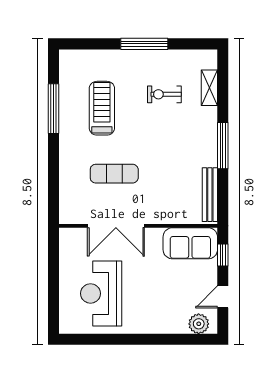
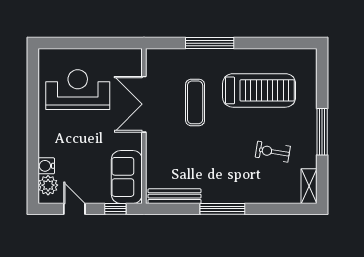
shelving: (209, 88) -> (309, 186), moved, turned 90
exercise bike: (164, 94) -> (273, 152), turned -81
treadmill: (102, 108) -> (259, 90), width x1.37, depth x1.38
window: (54, 109) -> (210, 43), moved
water cooler: (179, 326) -> (46, 166), added

